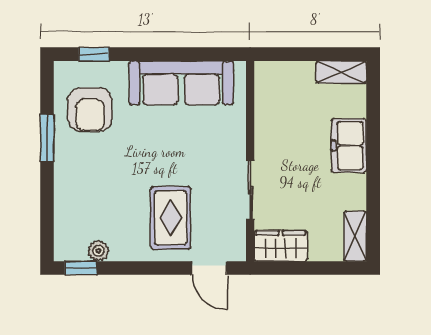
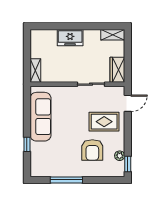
window: (94, 54) -> (27, 144), moved
shelving: (341, 72) -> (35, 70), moved
armchair: (90, 110) -> (92, 150), moved, turned 90
window: (47, 138) -> (66, 180), width x1.44

